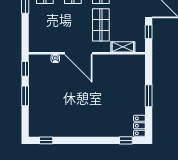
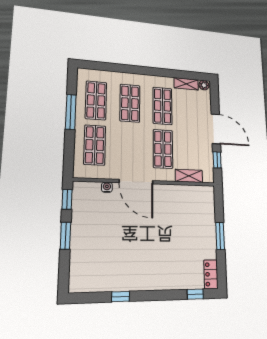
shop shelf: (45, 25) -> (95, 145), added
window: (46, 140) -> (121, 297), moved

